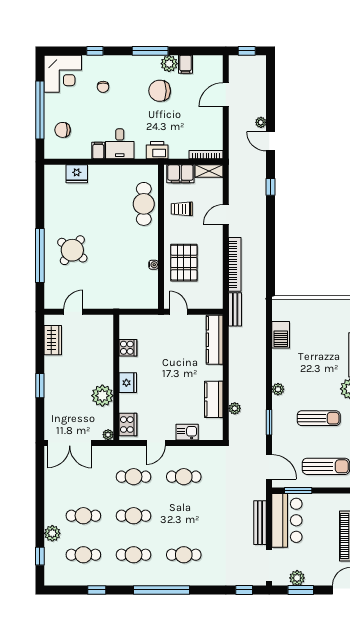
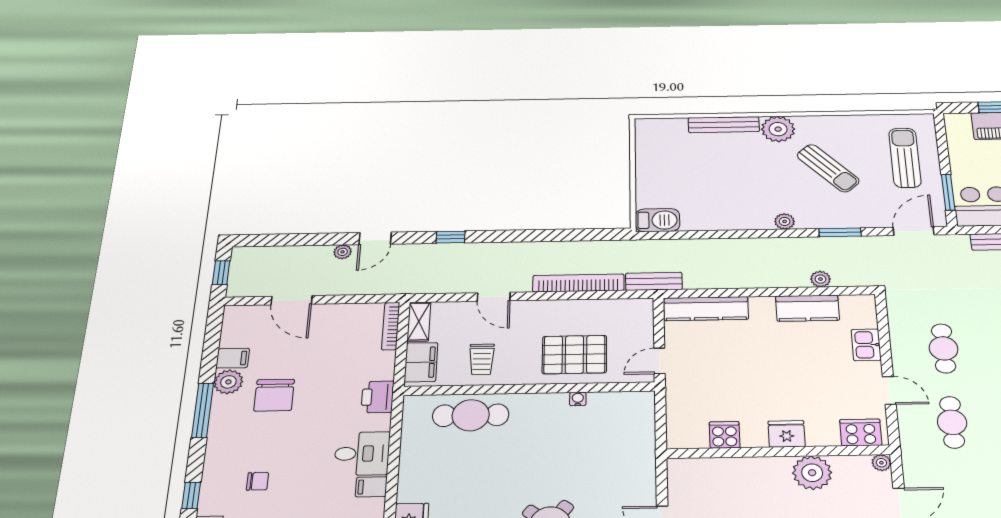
barbecue: (281, 335) -> (658, 220), moved
sun lounger: (319, 418) -> (828, 168), turned 137

